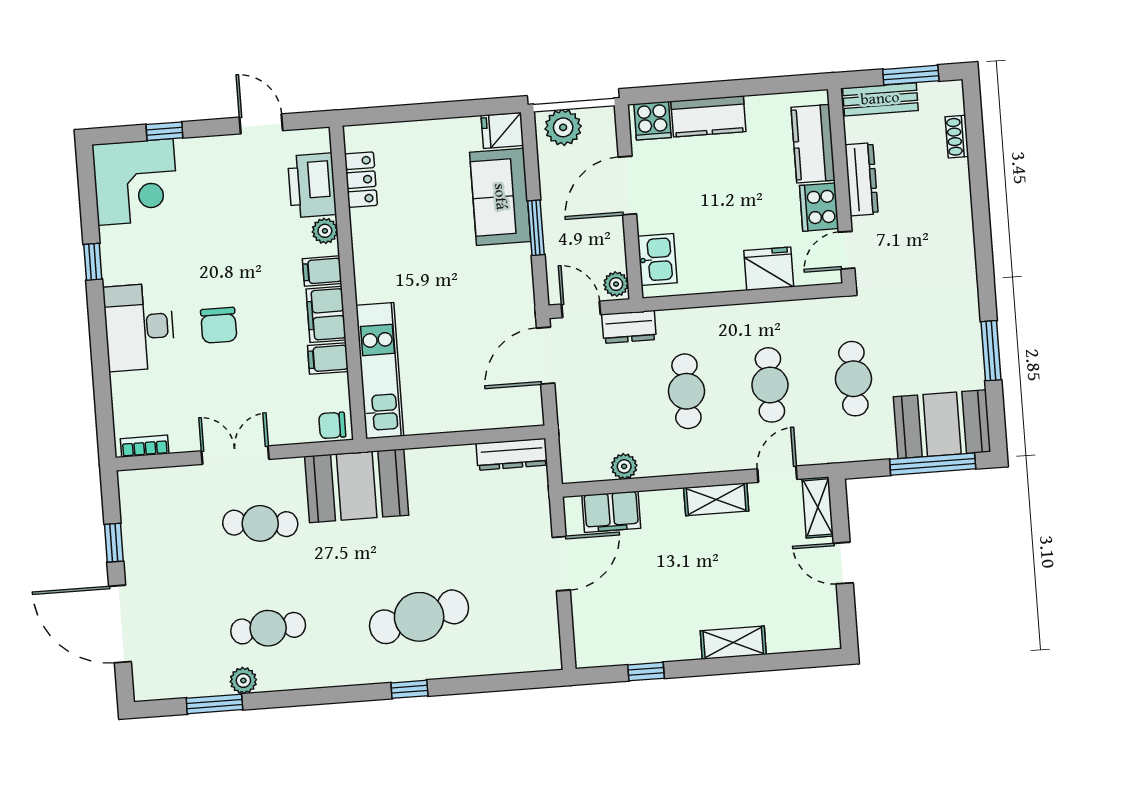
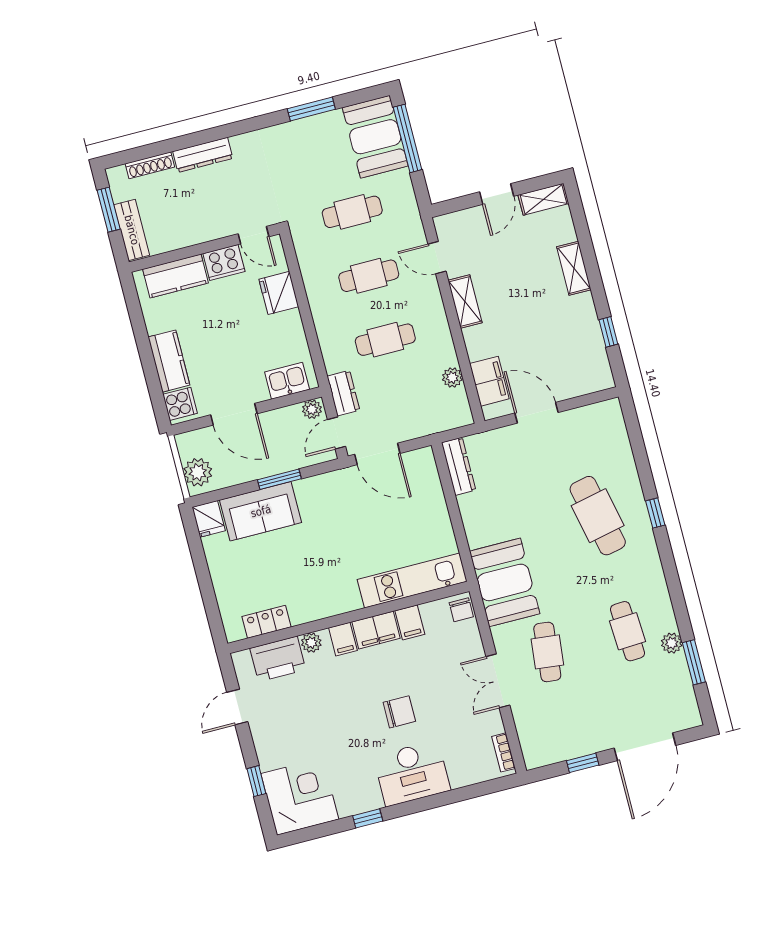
shoe rack: (957, 137) -> (150, 165), width x1.43
dresser: (861, 179) -> (203, 155), moved, turned 180
shelving: (818, 507) -> (543, 199), moved

